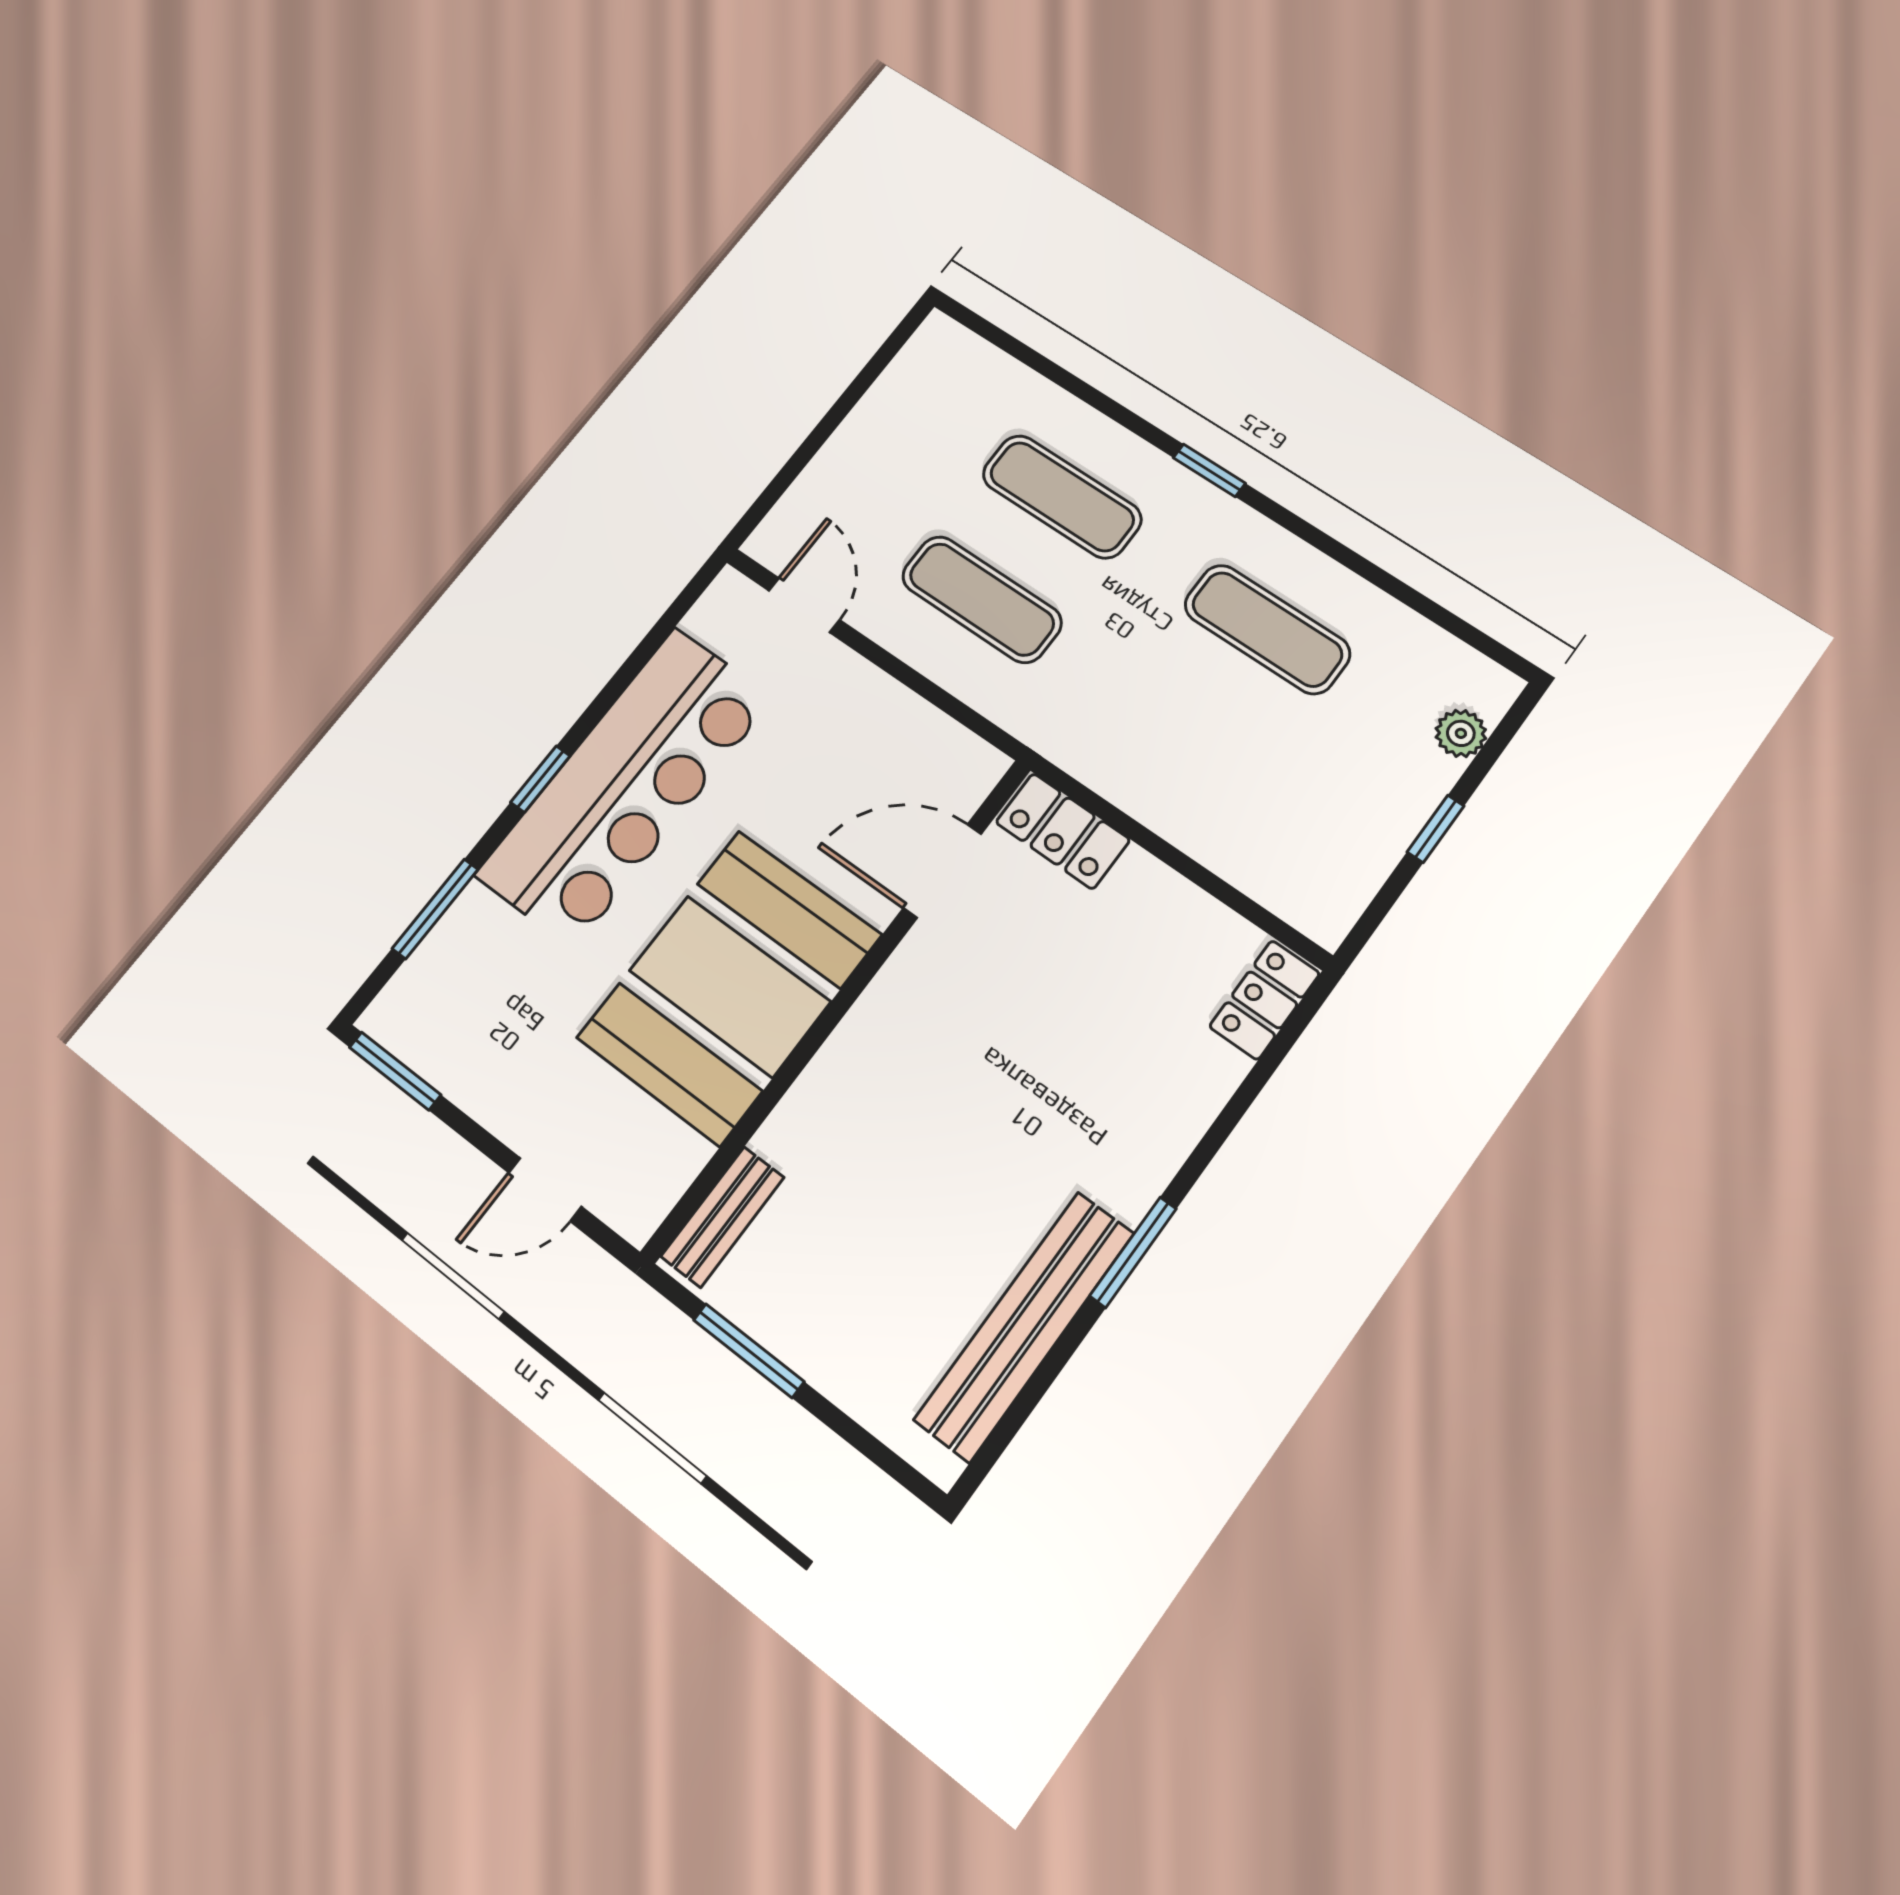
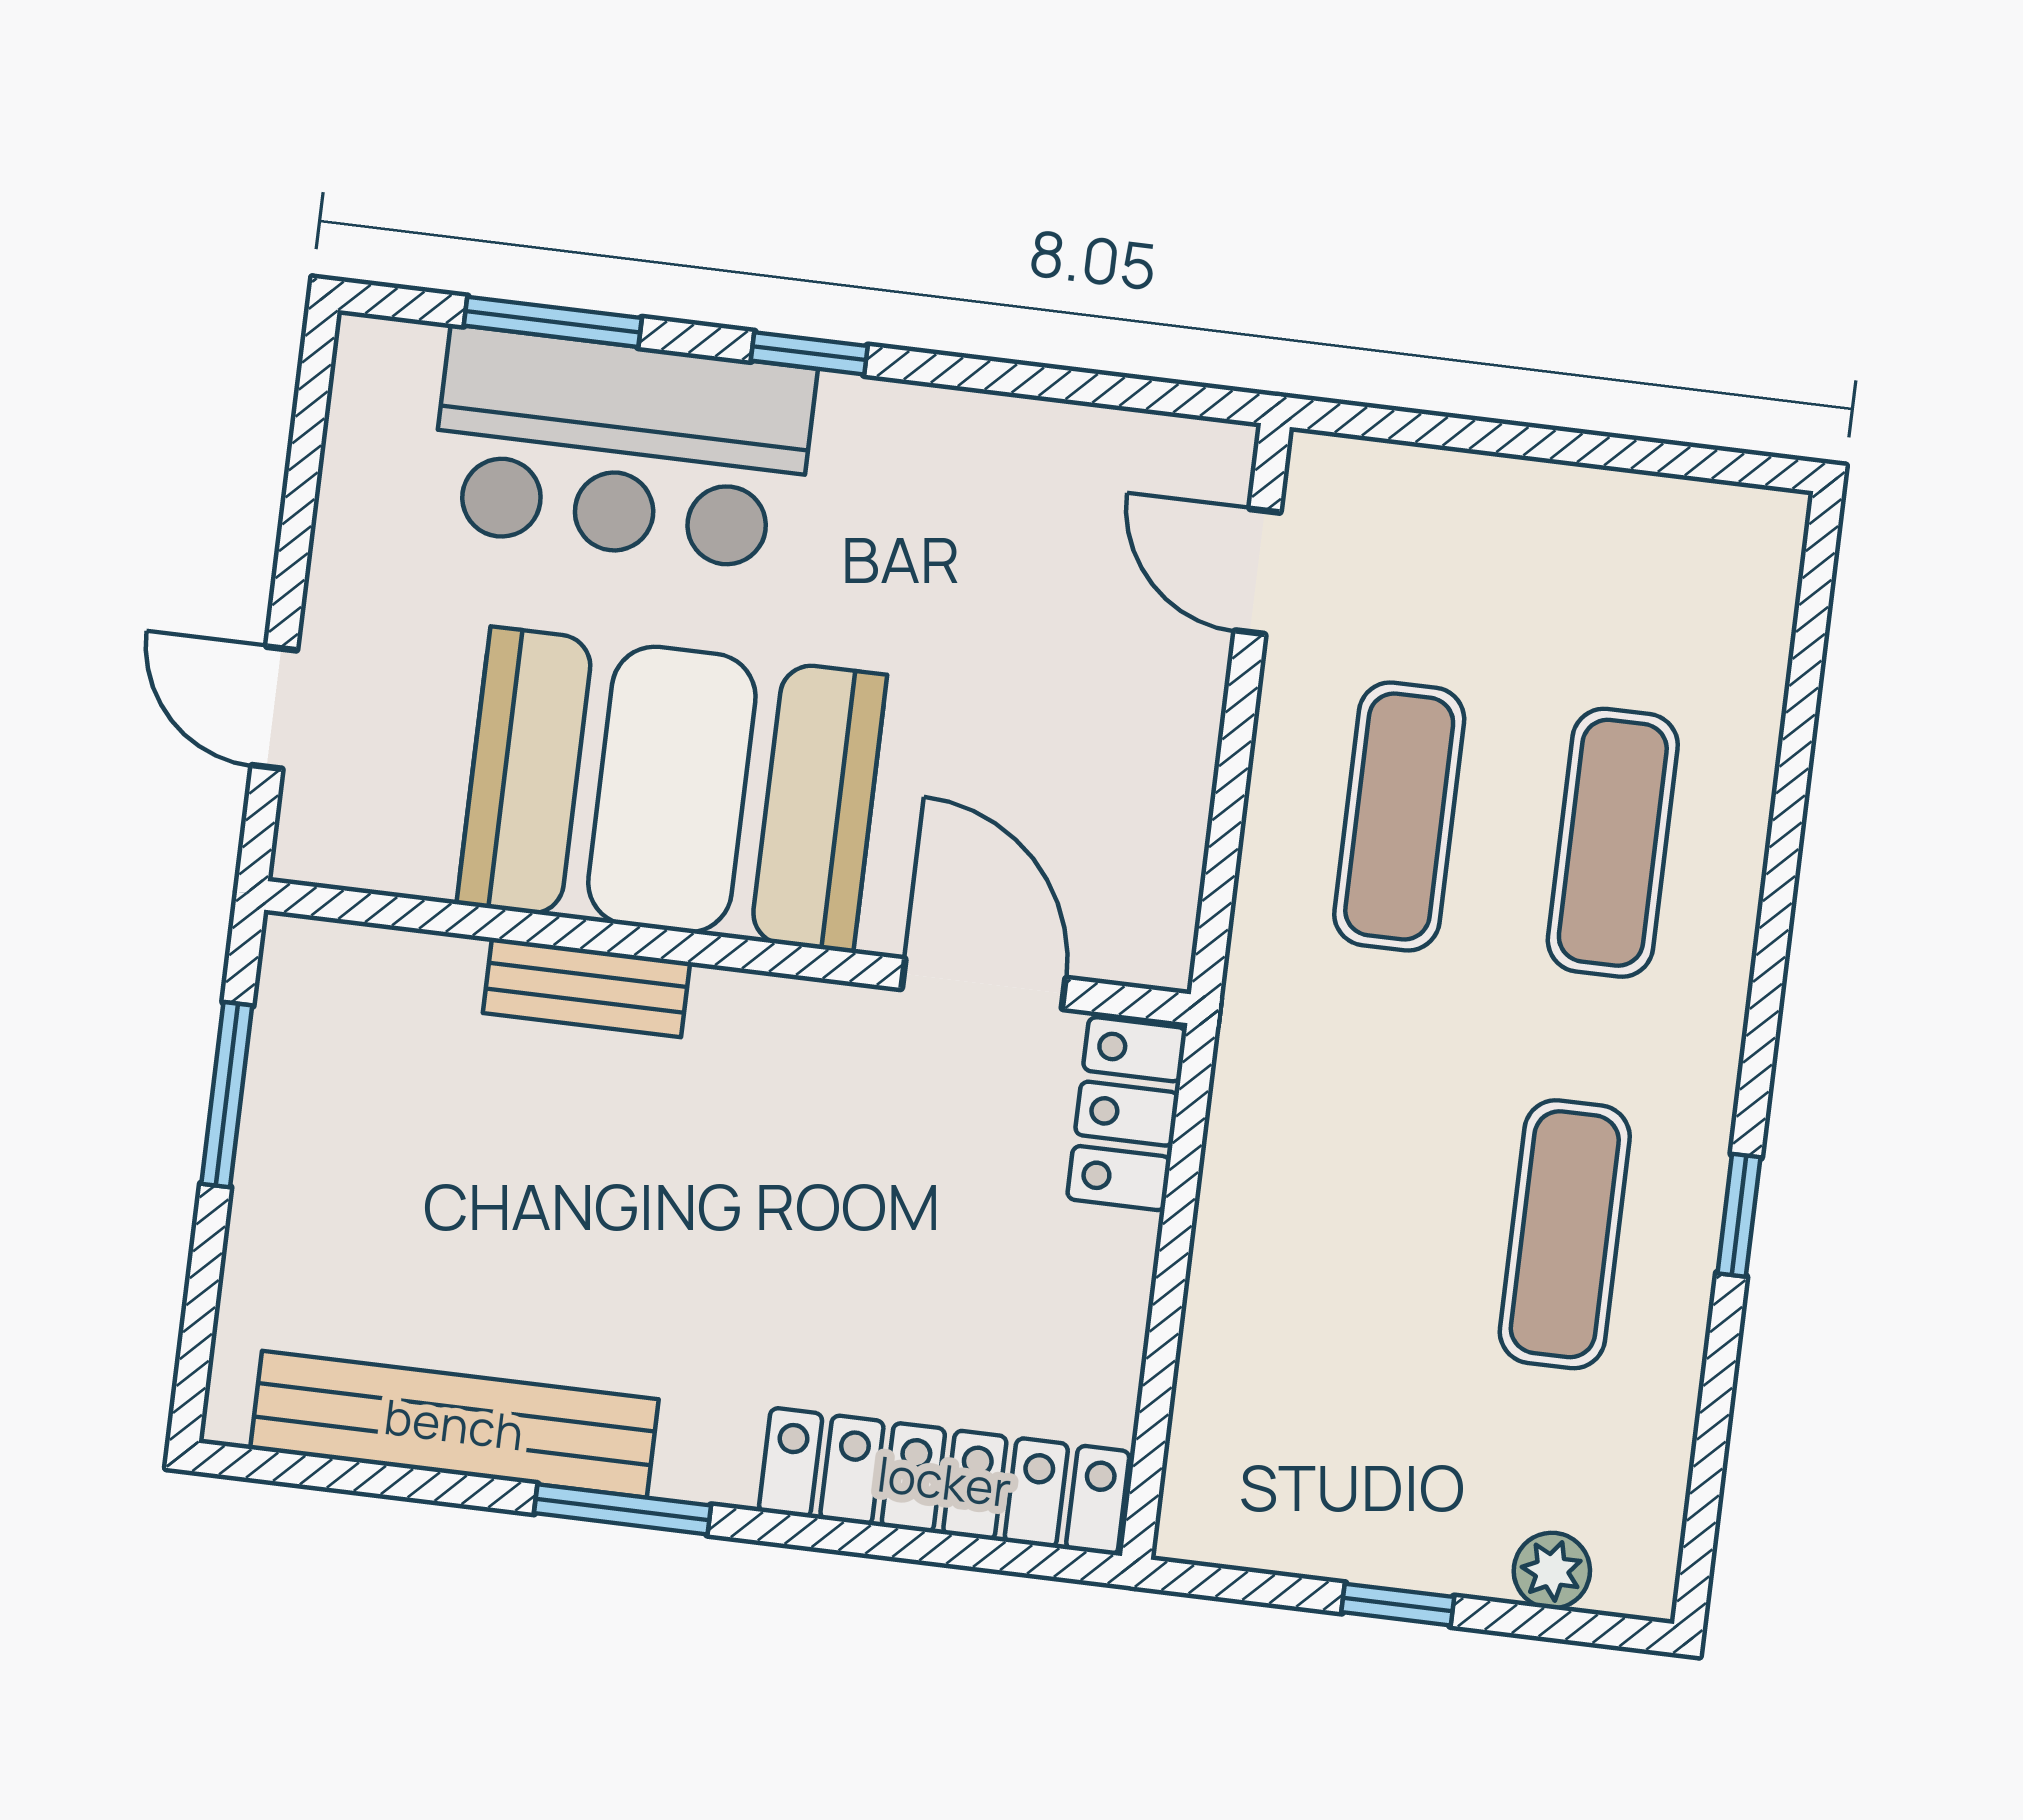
window: (1209, 470) -> (1739, 1215), moved
door: (804, 605) -> (1257, 572), swing flipped
bar counter: (625, 786) -> (622, 448), moved, width x0.73
locker: (1265, 1000) -> (944, 1481), width x2.16, depth x1.21
window: (395, 1071) -> (311, 408), removed
bench: (722, 1217) -> (586, 988), moved

